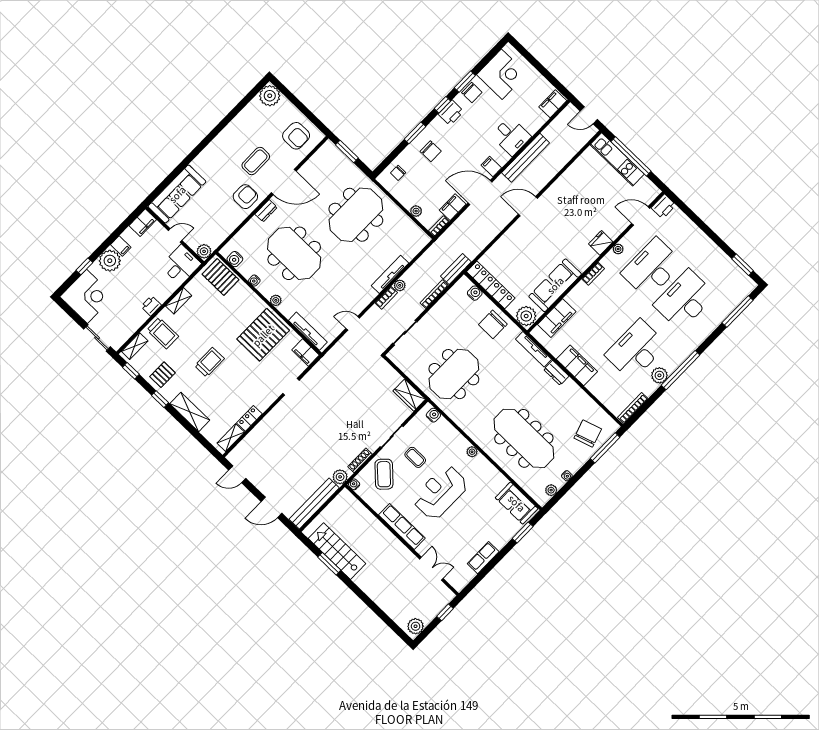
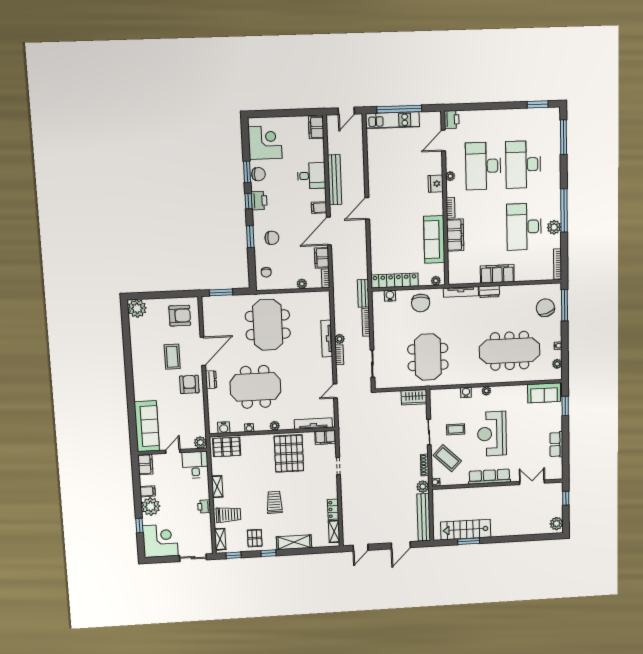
plant: (526, 316) -> (436, 281), width x0.53, depth x0.53
filing cabinet: (557, 318) -> (455, 235), moved
water cooler: (433, 415) -> (466, 392), moved

